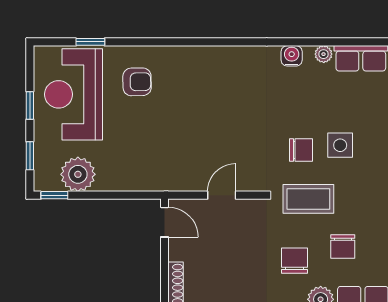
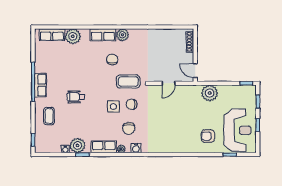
plant: (78, 174) -> (210, 93), moved
chair: (295, 261) -> (129, 128), moved

